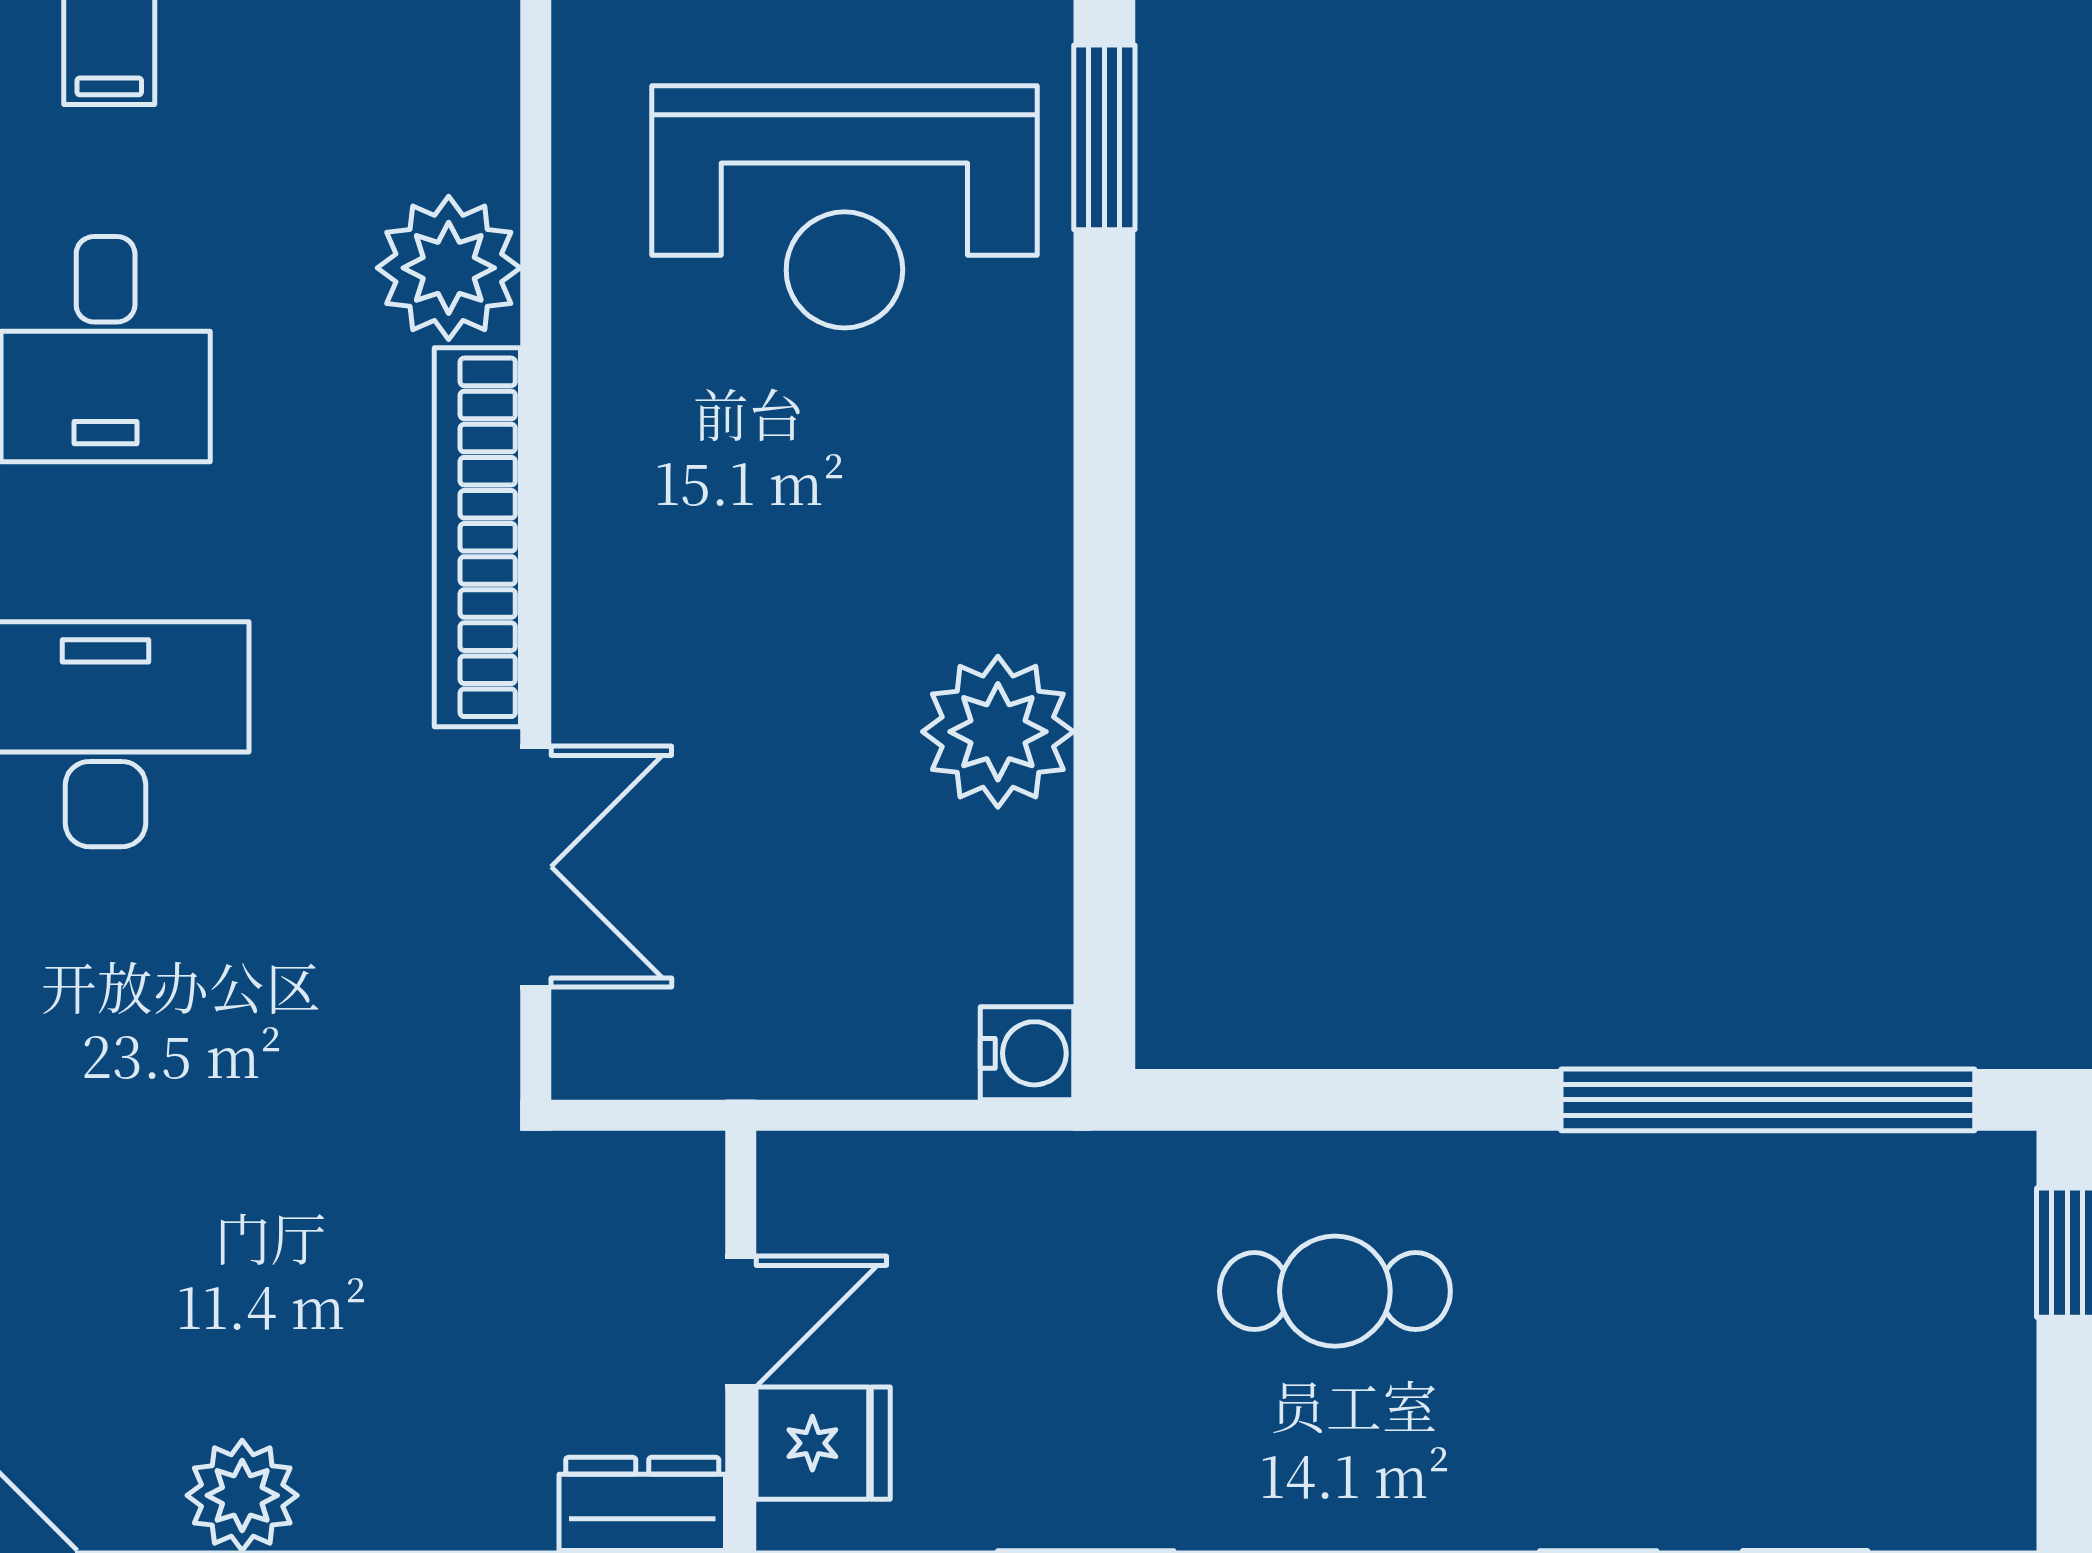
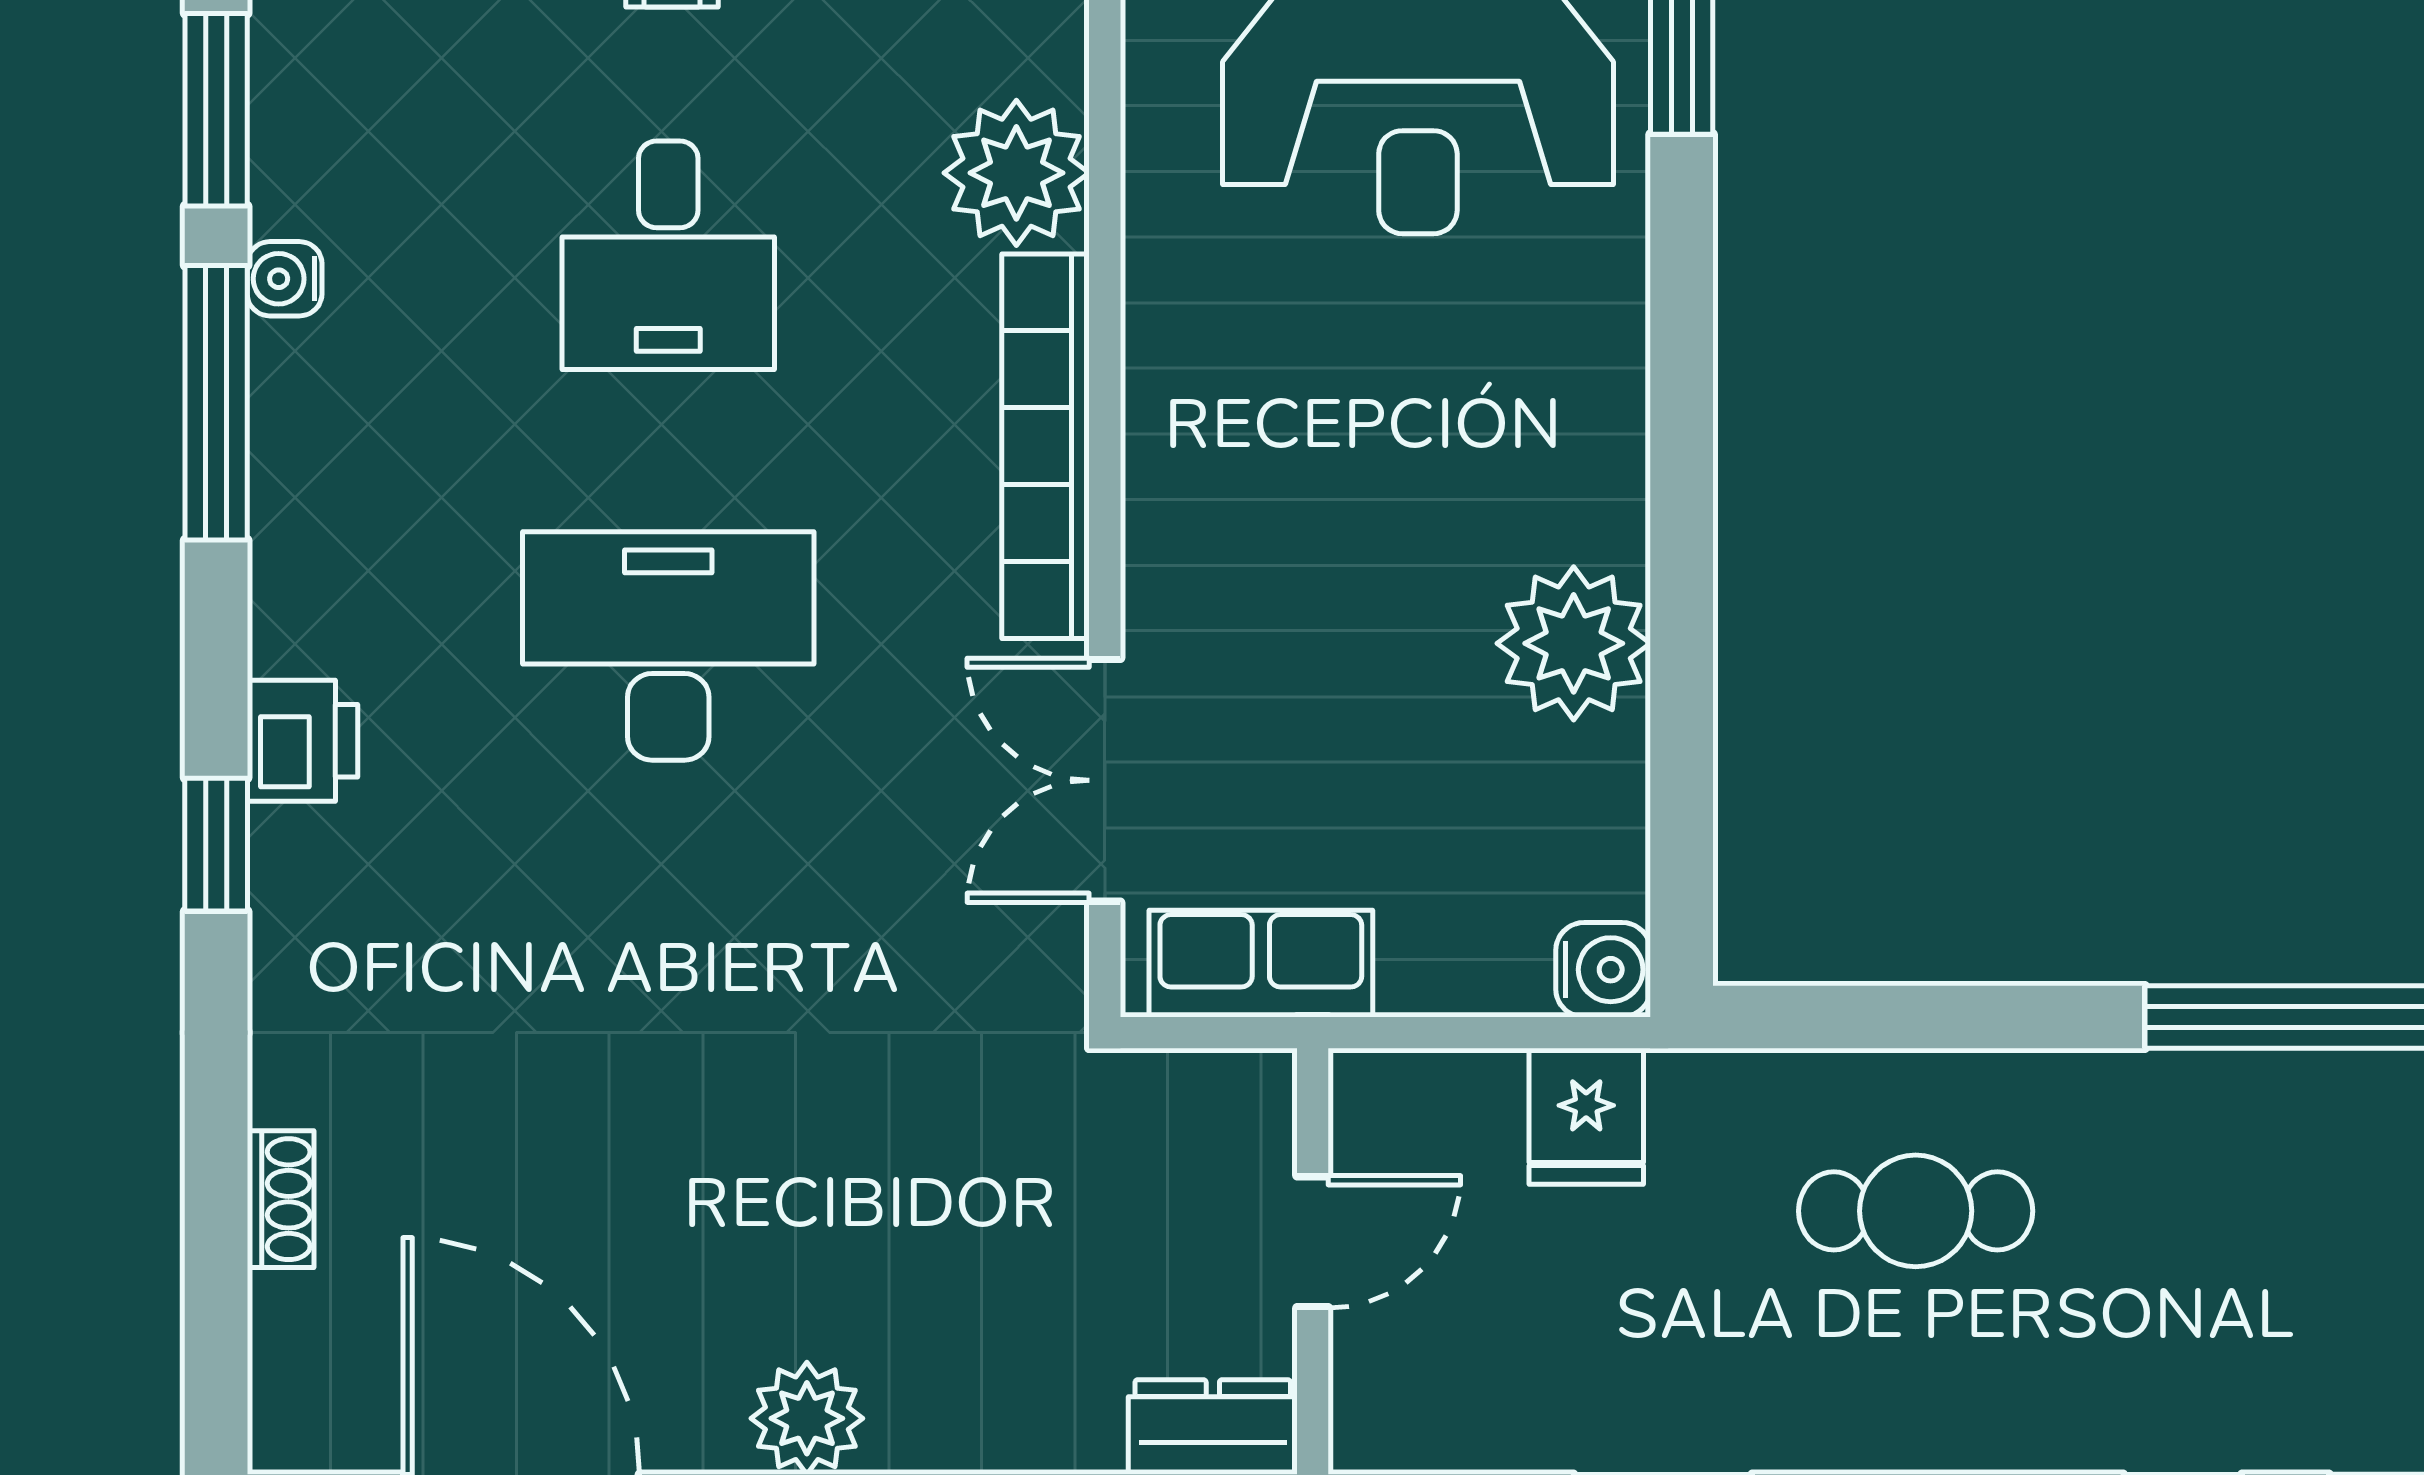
double door: (536, 867) -> (1105, 780), swing flipped
row of seats: (690, 1047) -> (1261, 964), added
fridge: (823, 1443) -> (1586, 1116), moved, turned 90

